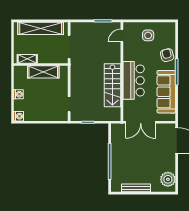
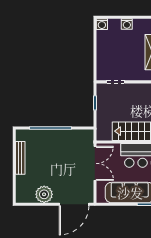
double door: (141, 122) -> (95, 163), swing flipped
plant: (168, 179) -> (44, 194), moved

